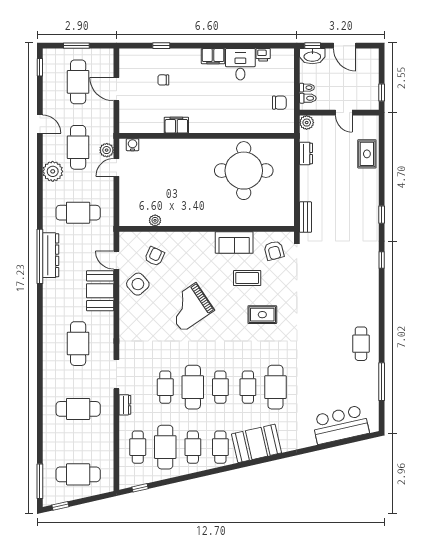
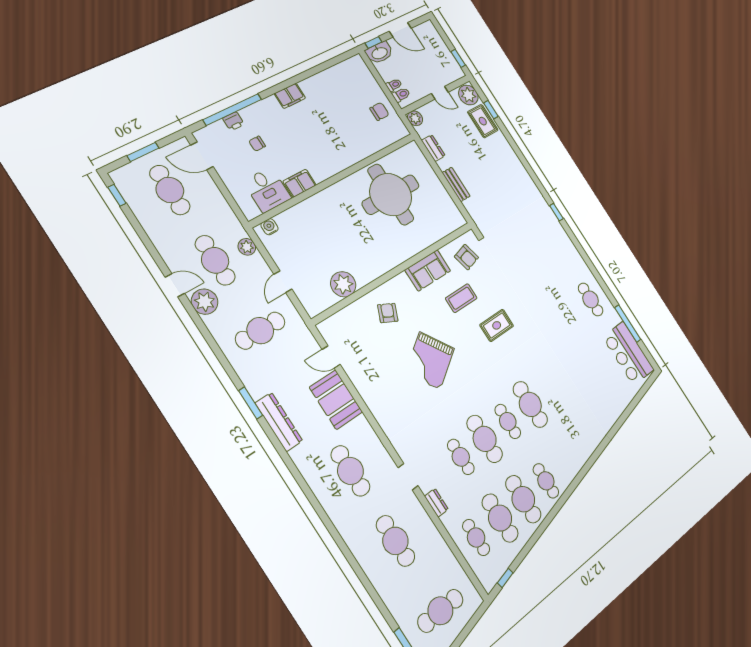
window: (161, 46) -> (232, 109), width x3.17
printer: (263, 55) -> (233, 121), moved
desk: (240, 64) -> (267, 190), moved, turned 180
door: (116, 89) -> (202, 156), moved
door: (40, 124) -> (175, 285), moved
plant: (369, 127) -> (468, 95), added
door: (116, 167) -> (283, 282), moved
window: (382, 215) -> (491, 110), moved
bench: (305, 217) -> (456, 184), moved
plant: (155, 220) -> (343, 284), width x1.88, depth x1.88
dresser: (51, 255) -> (279, 422), moved
window: (40, 256) -> (251, 403), width x0.47
armchair: (155, 256) -> (388, 313), moved
side table: (138, 284) -> (368, 369), removed
doorway: (116, 374) -> (408, 477), width x0.73
cafe table: (248, 387) -> (530, 404), width x1.37, depth x1.35
cafe table: (275, 387) -> (552, 388), removed
cafe table: (78, 409) -> (395, 541), turned 90
bar counter: (340, 425) -> (628, 353), moved, turned -77
booth: (257, 443) -> (572, 454), removed
cafe table: (193, 447) -> (523, 499), width x1.37, depth x1.35

